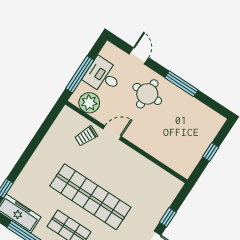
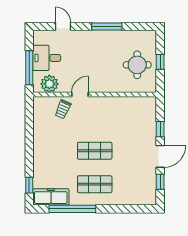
round table: (147, 94) -> (137, 65), moved
shop shelf: (90, 197) -> (95, 151), width x0.50, depth x0.74

